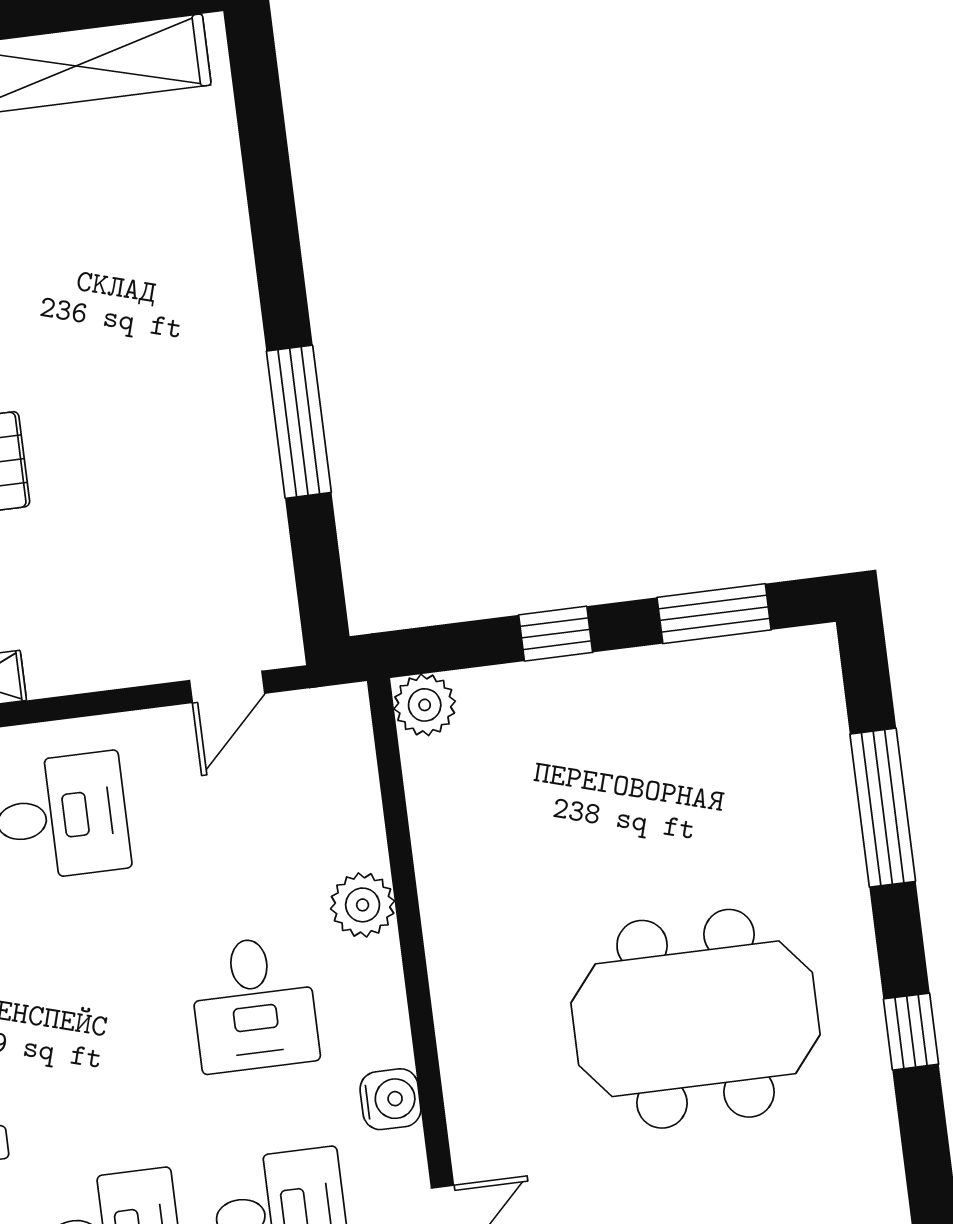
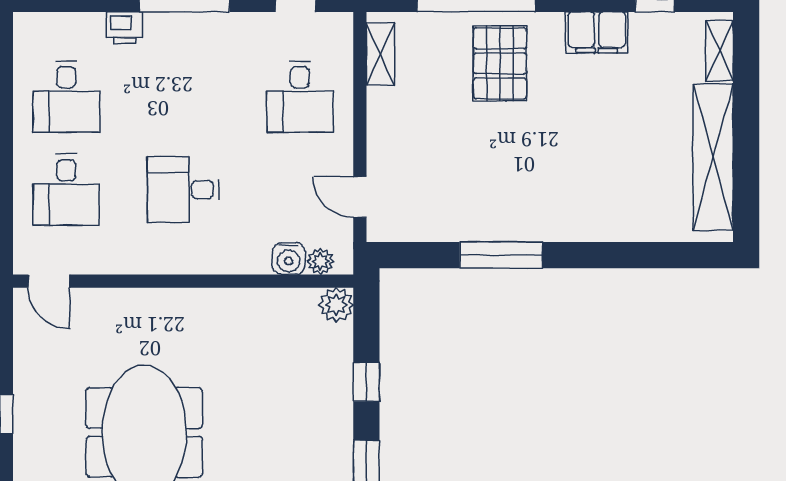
plant: (363, 905) -> (320, 261), moved, width x0.73, depth x0.73
water cooler: (390, 1099) -> (289, 258), moved

